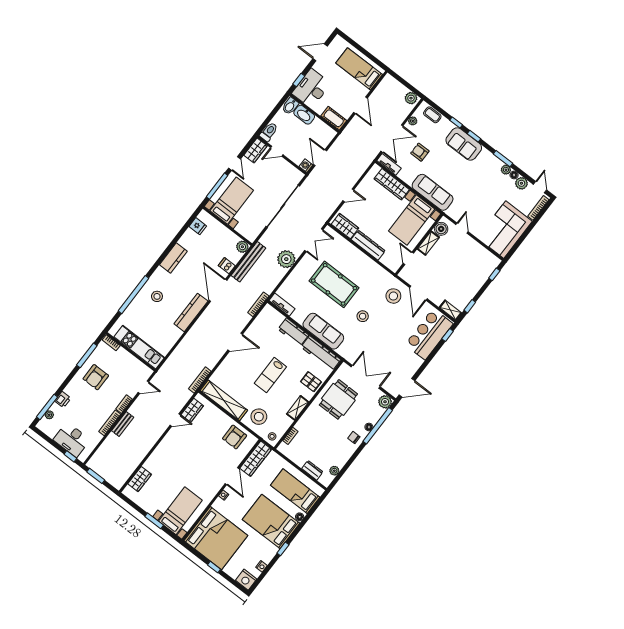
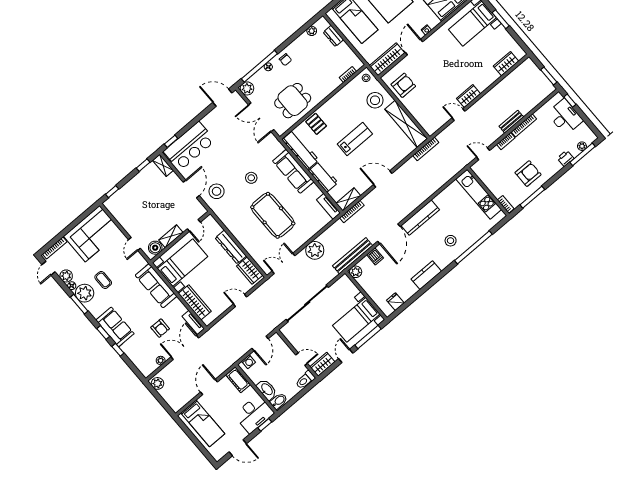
coffee table: (432, 115) -> (103, 280), moved
washing machine: (306, 166) -> (249, 362), moved
plant: (506, 170) -> (85, 293), width x1.87, depth x1.87
shelving: (298, 408) -> (348, 199), moved
wardrobe: (192, 410) -> (468, 96), moved

